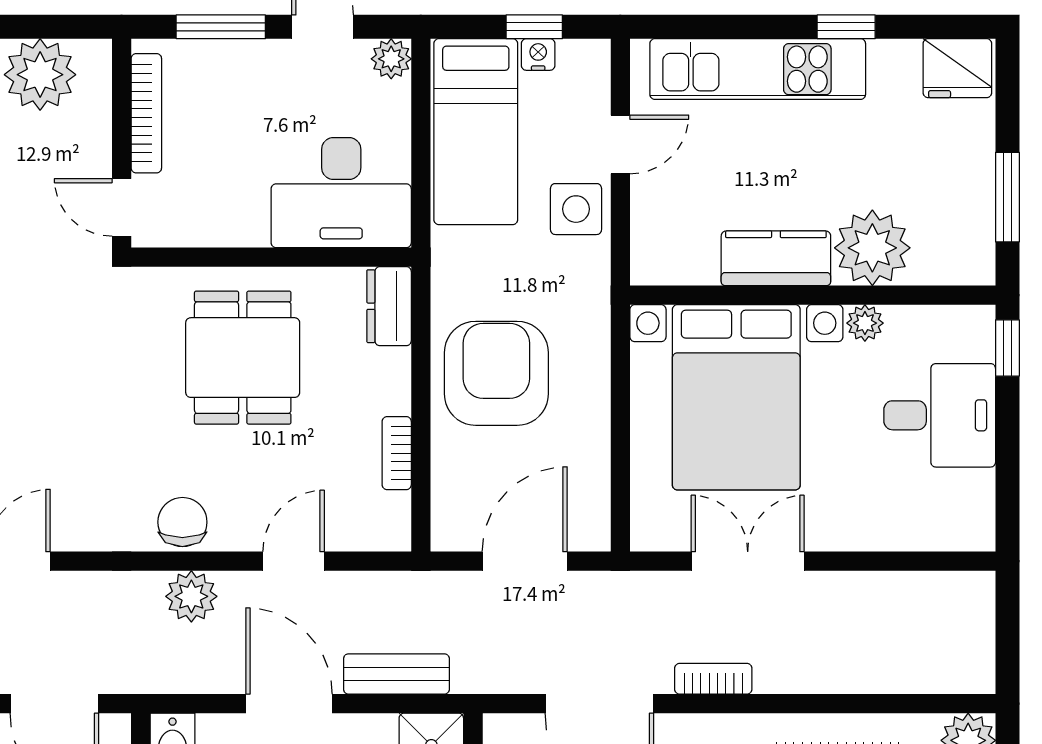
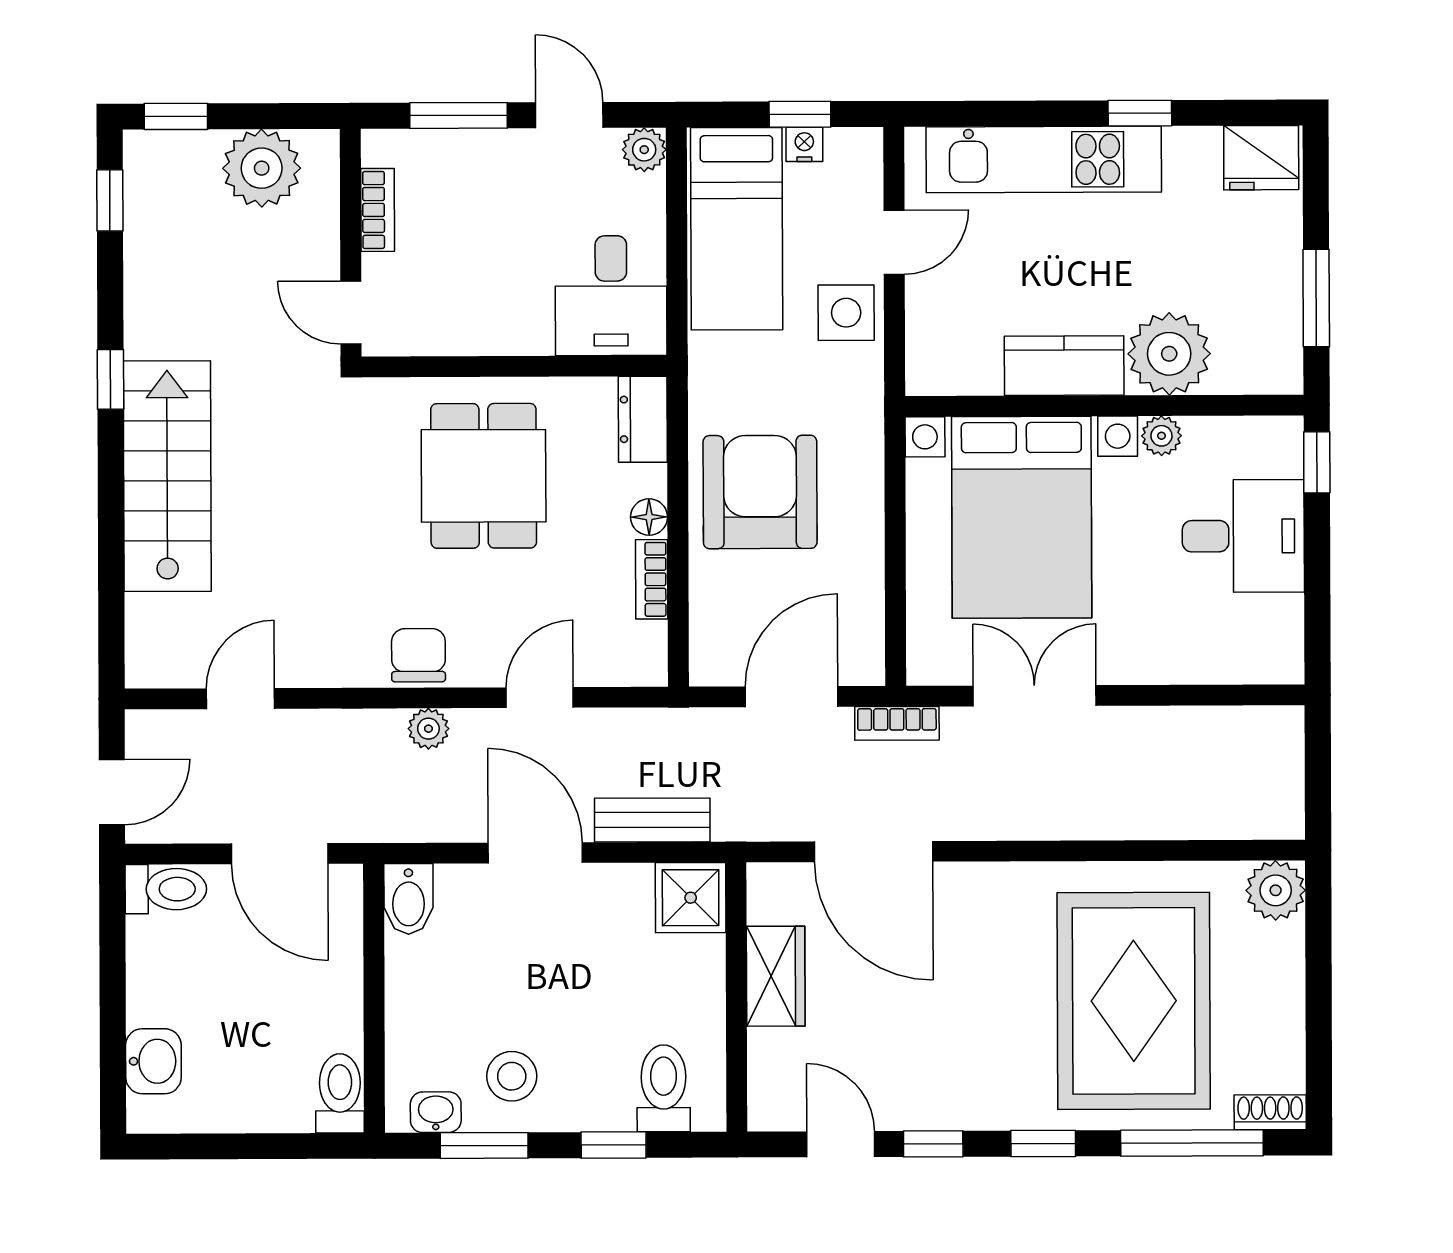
bookcase: (146, 113) -> (378, 210), width x0.64
desk: (341, 193) -> (611, 296), width x0.73
floor lamp: (394, 396) -> (649, 517), added
plant: (191, 596) -> (428, 729), width x0.73, depth x0.73
bookcase: (713, 679) -> (897, 723), moved, turned 180

